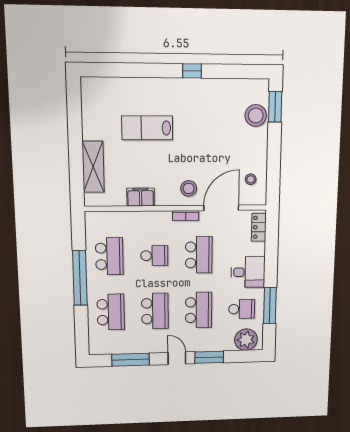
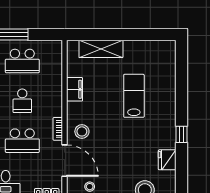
fridge: (222, 89) -> (167, 160), added

